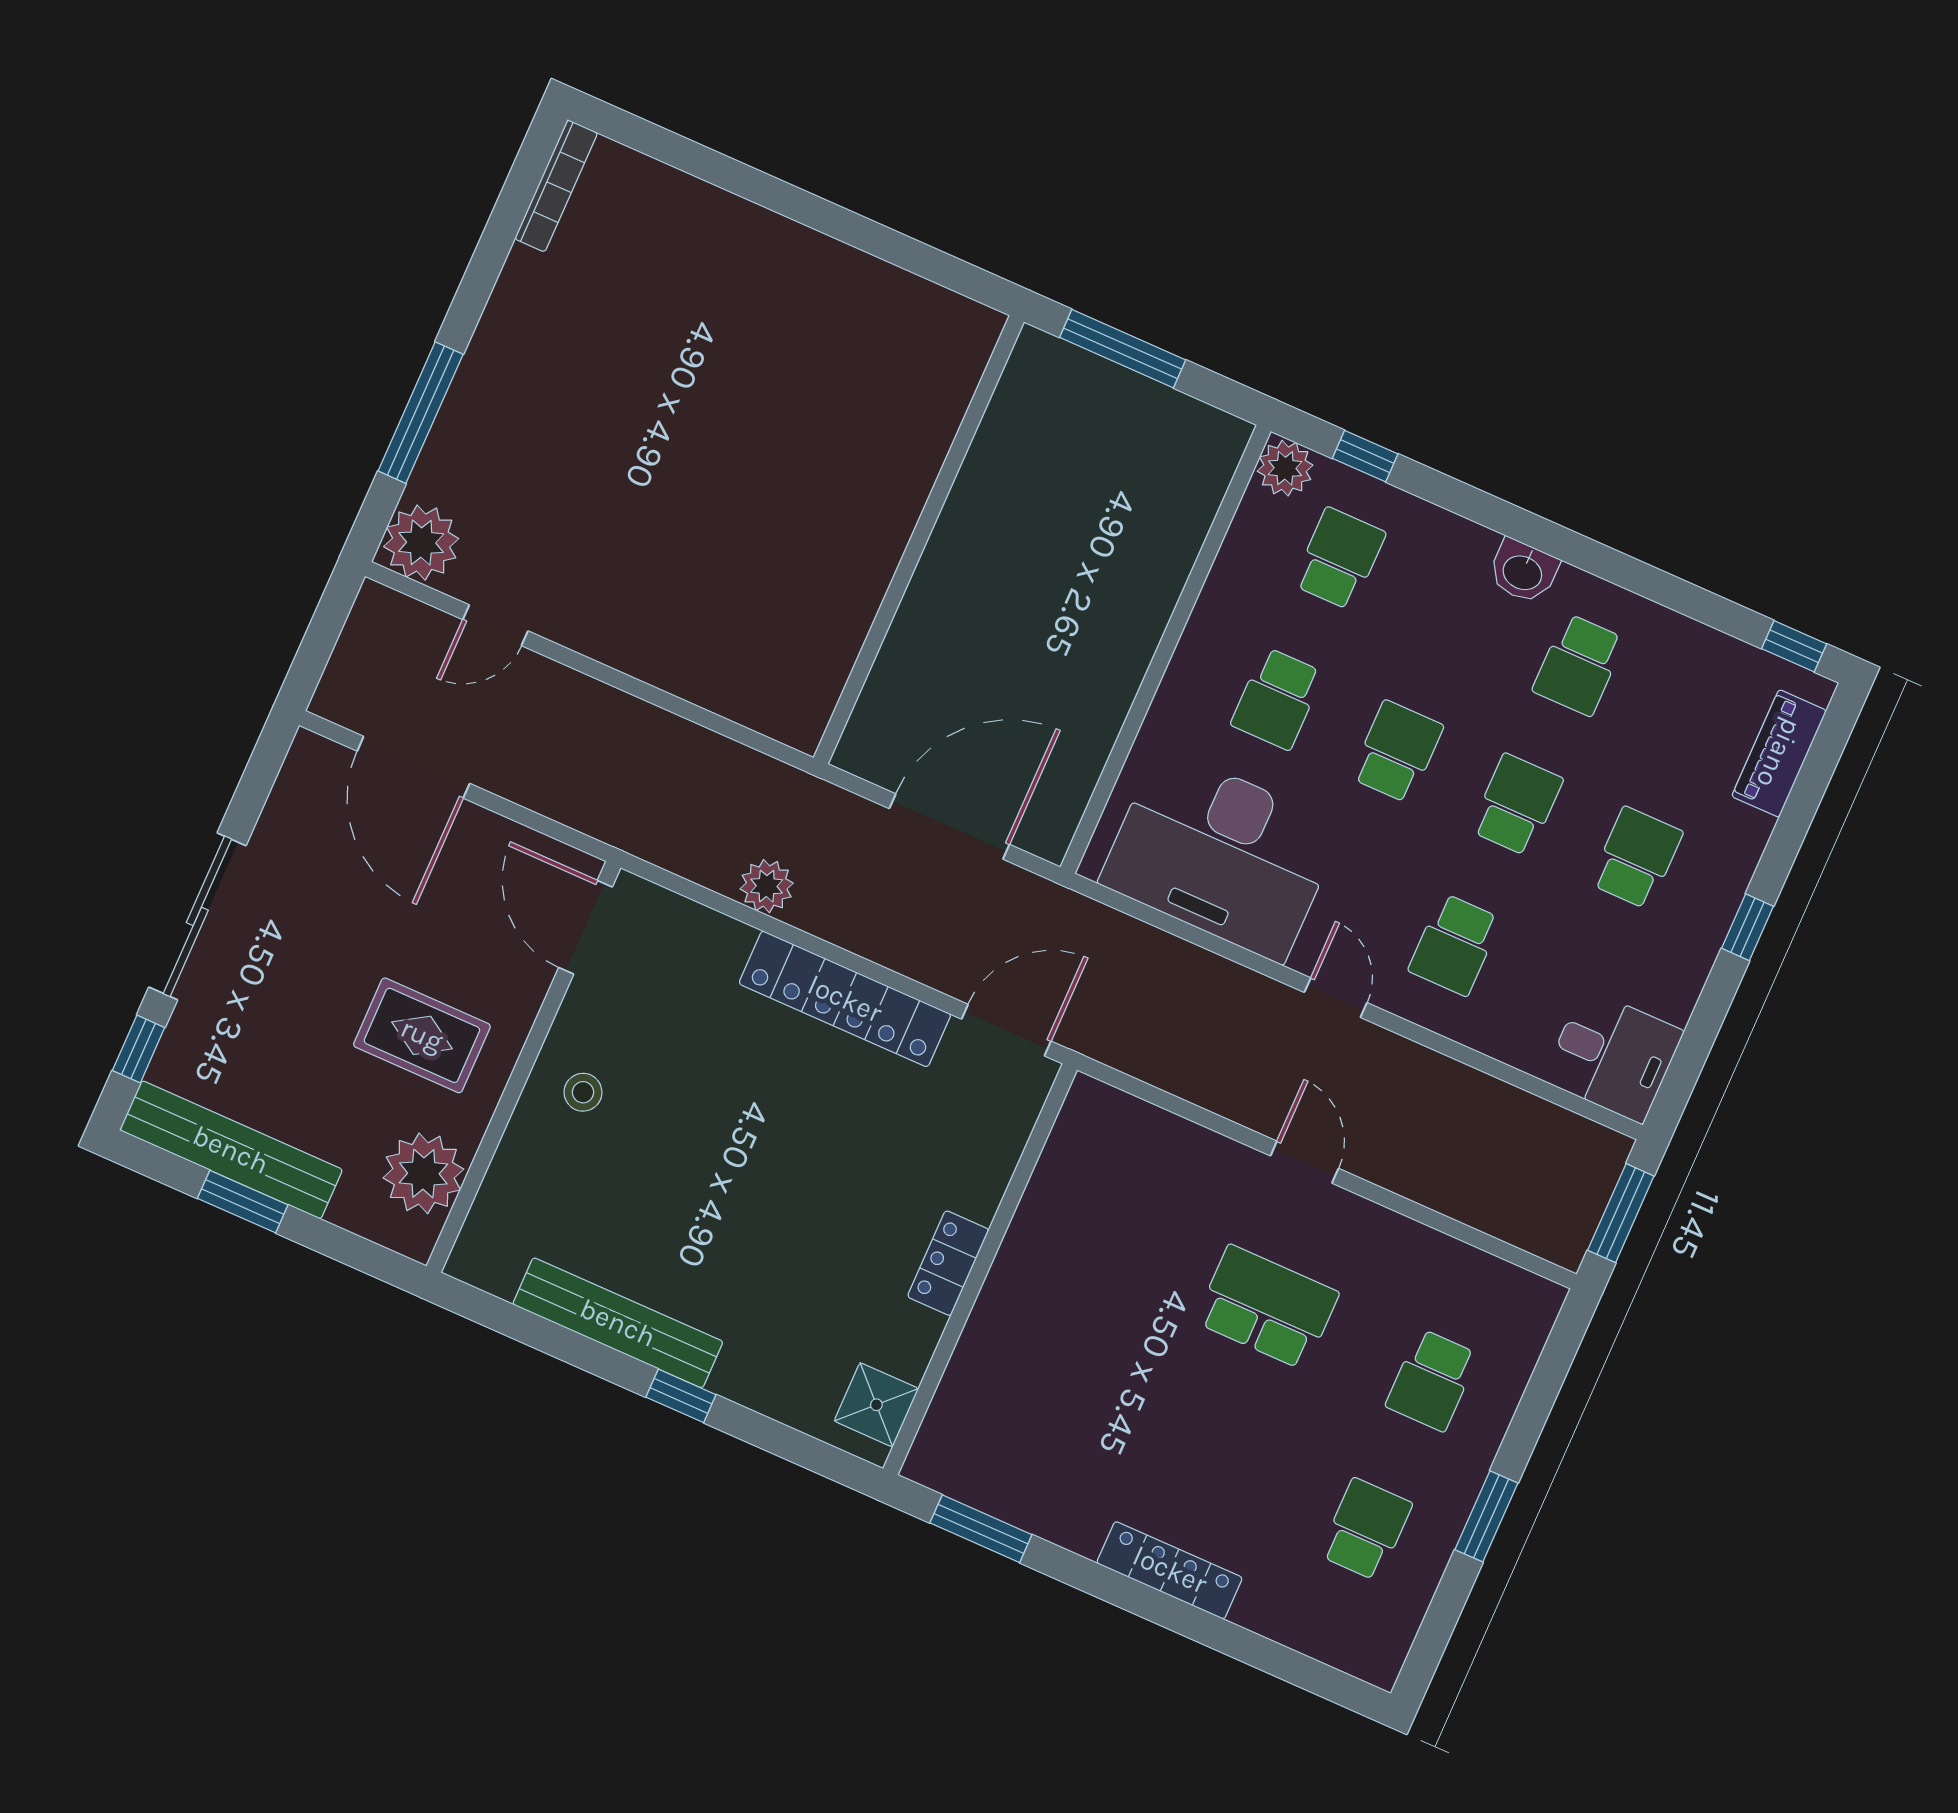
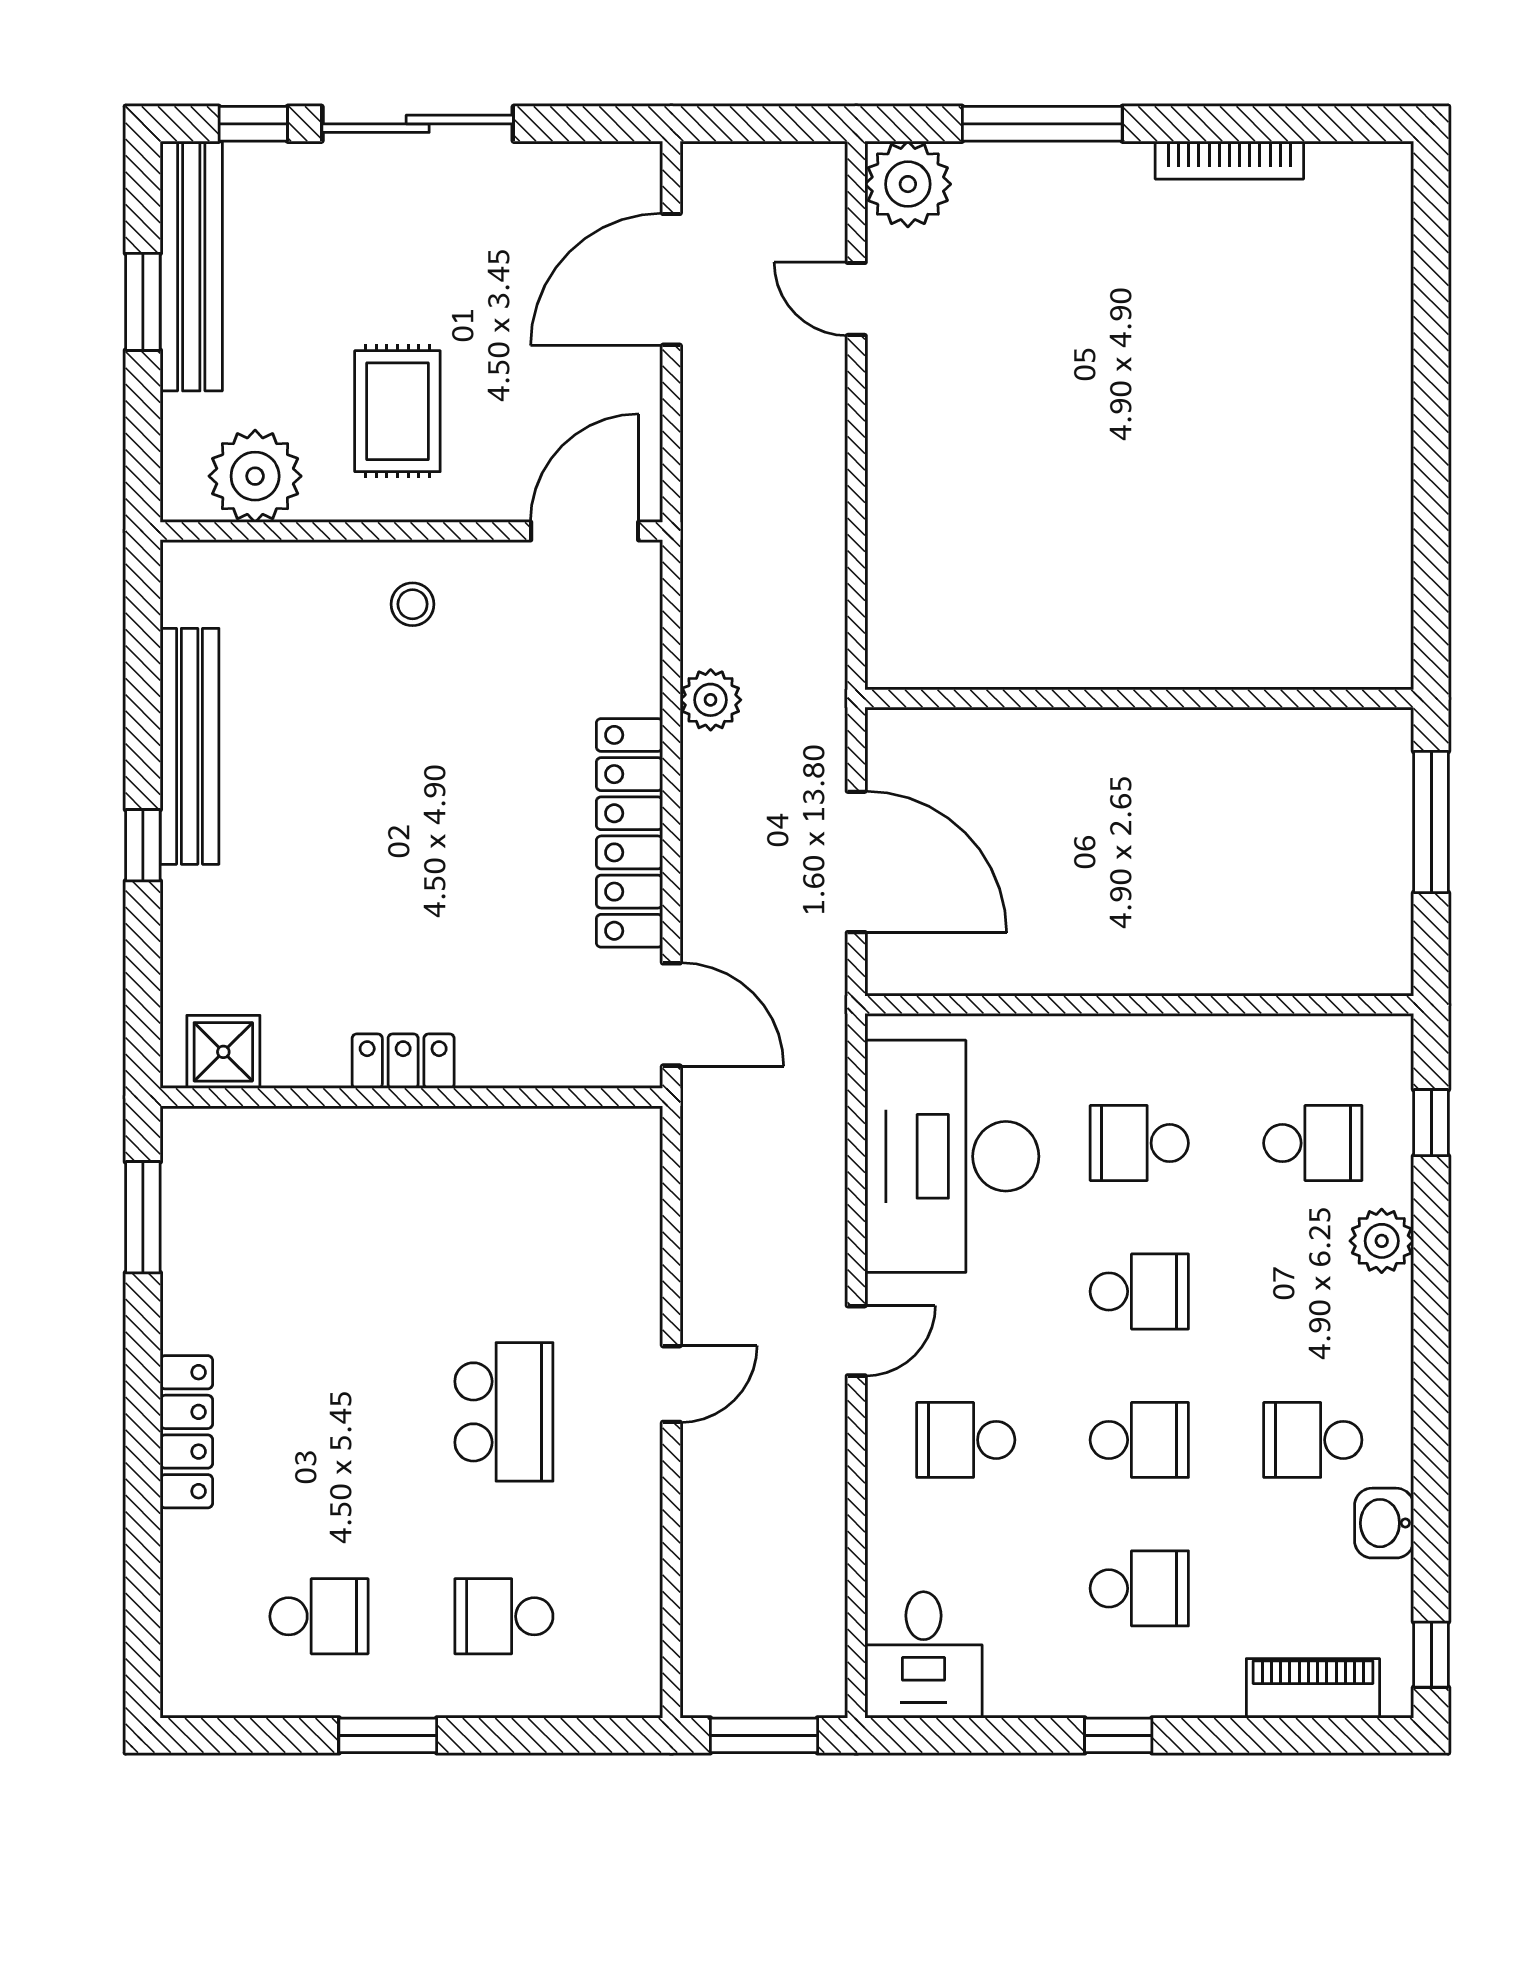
bookcase: (556, 186) -> (1229, 160), moved
plant: (1285, 468) -> (1382, 1241), moved
washbasin: (1523, 571) -> (1384, 1523), moved

